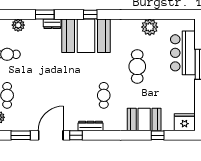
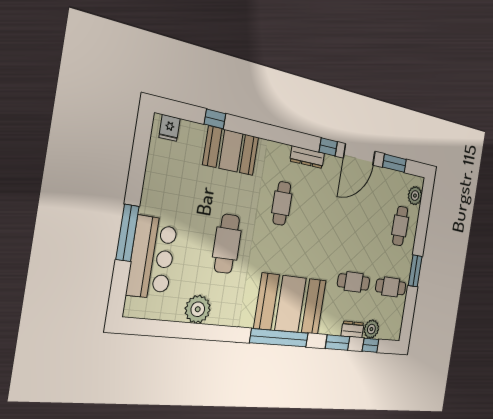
window: (17, 15) -> (370, 345), added
window: (90, 15) -> (279, 338), width x3.17
dresser: (52, 24) -> (352, 329), moved
cafe table: (39, 54) -> (354, 282), added
fridge: (185, 122) -> (170, 128), width x0.53, depth x0.75

